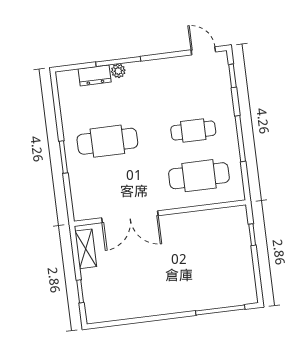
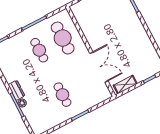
dresser: (95, 75) -> (16, 90), moved
cafe table: (107, 141) -> (62, 95), width x0.73, depth x0.74

